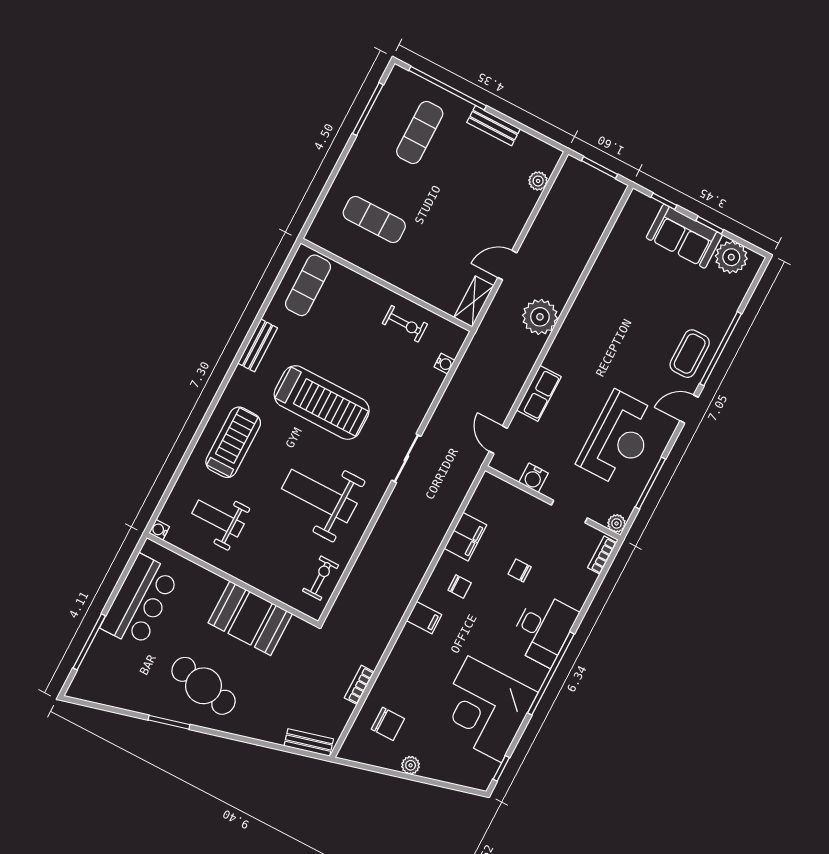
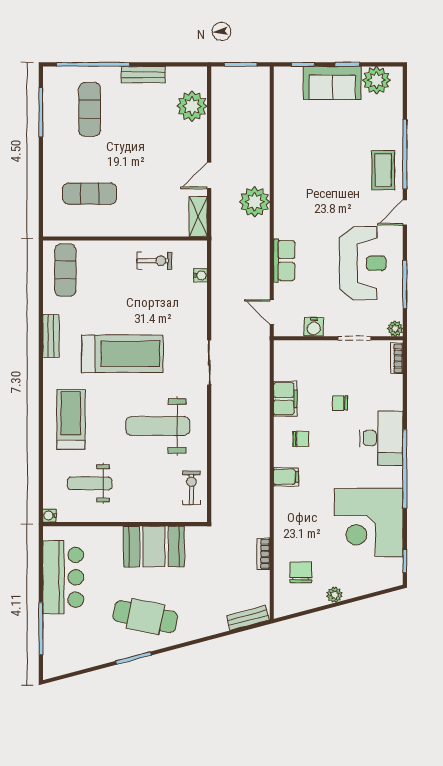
plant: (538, 181) -> (192, 106), width x1.88, depth x1.88
chair: (388, 724) -> (301, 572), turned -90

